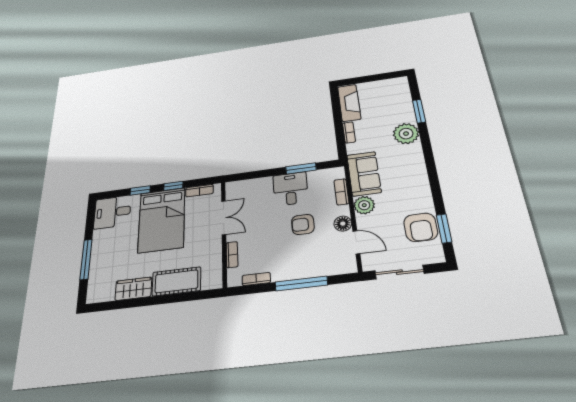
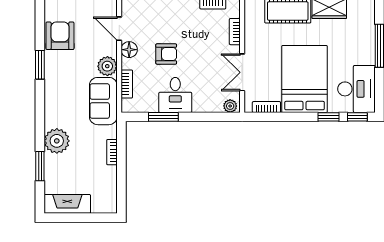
fireplace: (349, 103) -> (67, 204), moved, turned 90
window: (173, 186) -> (357, 117), moved
plant: (235, 187) -> (230, 106), added
desk: (112, 212) -> (356, 89), width x1.37
window: (444, 228) -> (40, 65), moved

